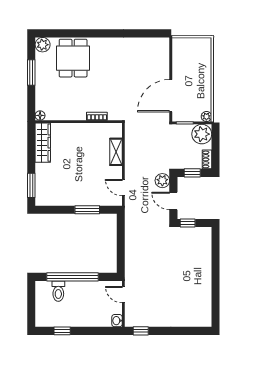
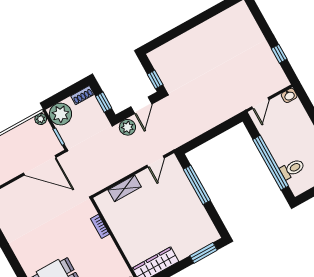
window: (87, 210) -> (197, 185), width x1.44
window: (141, 331) -> (279, 54), moved

